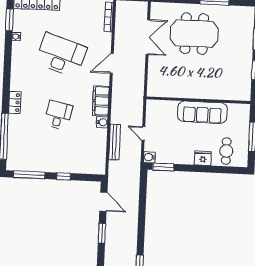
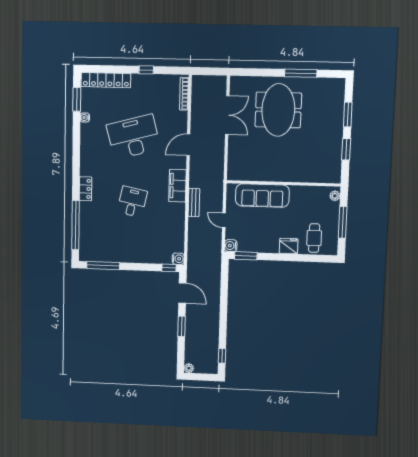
meeting table: (194, 34) -> (278, 110), turned 90
desk: (61, 55) -> (133, 137), turned -33
sofa: (202, 112) -> (262, 195), moved
plant: (245, 112) -> (335, 196), added
water cooler: (102, 122) -> (178, 259), moved
bench: (115, 142) -> (194, 203), moved, width x0.73
window: (64, 176) -> (169, 268), moved

